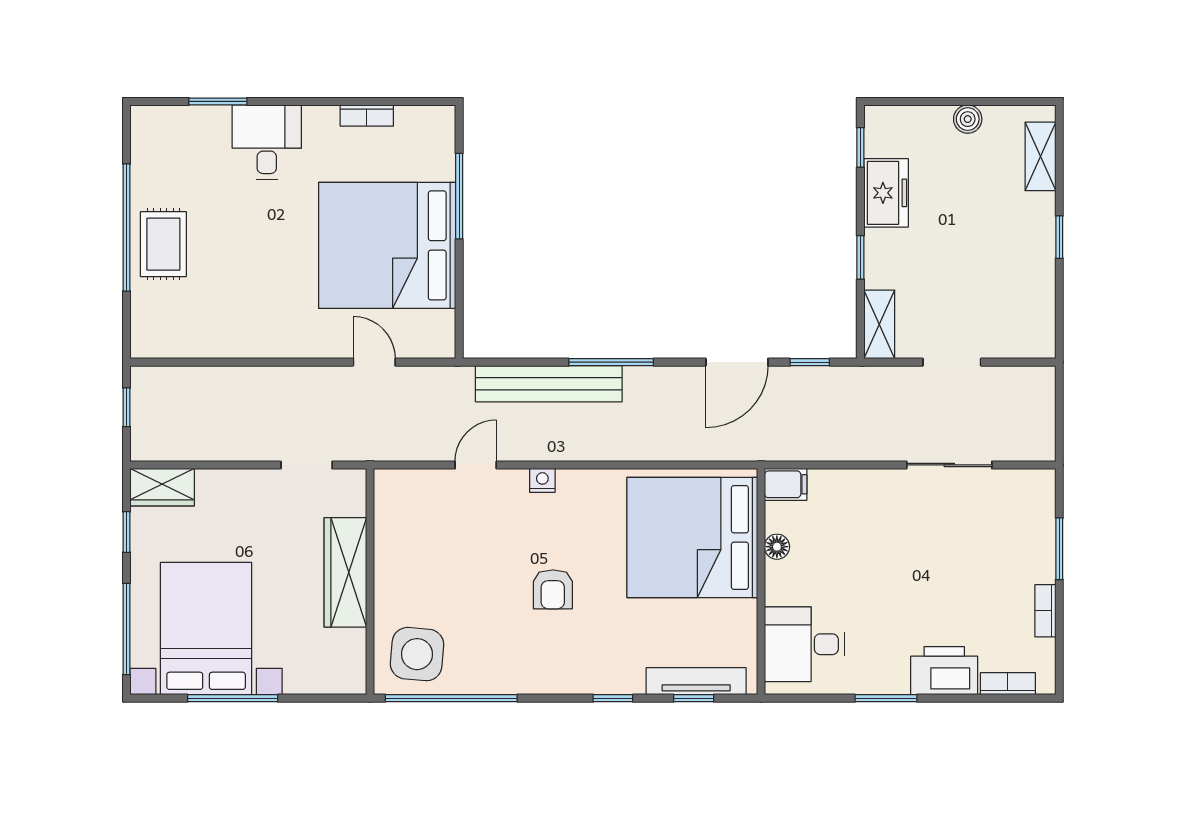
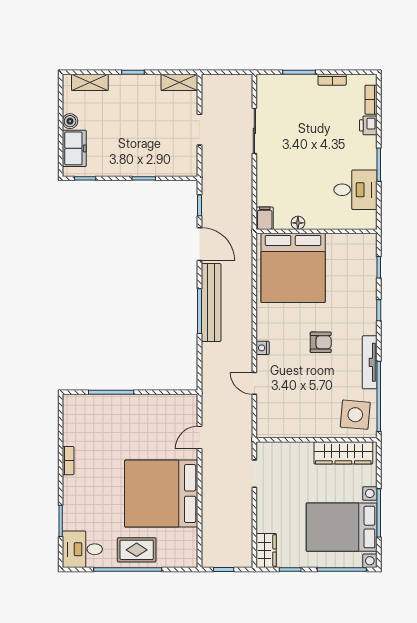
bookcase: (367, 116) -> (68, 461), moved
desk: (267, 142) -> (82, 549), moved
freezer: (886, 193) -> (74, 148), moved, turned 90
bed: (387, 245) -> (161, 494), moved, turned 90
shelving: (879, 324) -> (179, 82), moved
bench: (549, 384) -> (211, 302), moved
wardrobe: (345, 572) -> (343, 453), moved
desk: (805, 644) -> (355, 190), moved, turned -90
printer: (944, 671) -> (368, 125), width x0.53, depth x0.68
tv unit: (696, 681) -> (370, 362), moved

